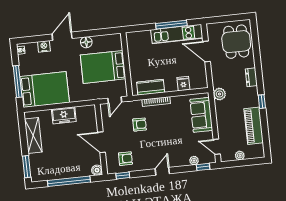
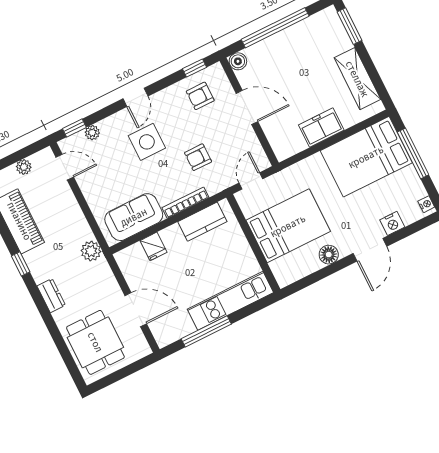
kitchen unit: (177, 34) -> (230, 301), moved
sofa: (201, 115) -> (134, 217), moved, turned -90
side table: (165, 144) -> (147, 142), added

